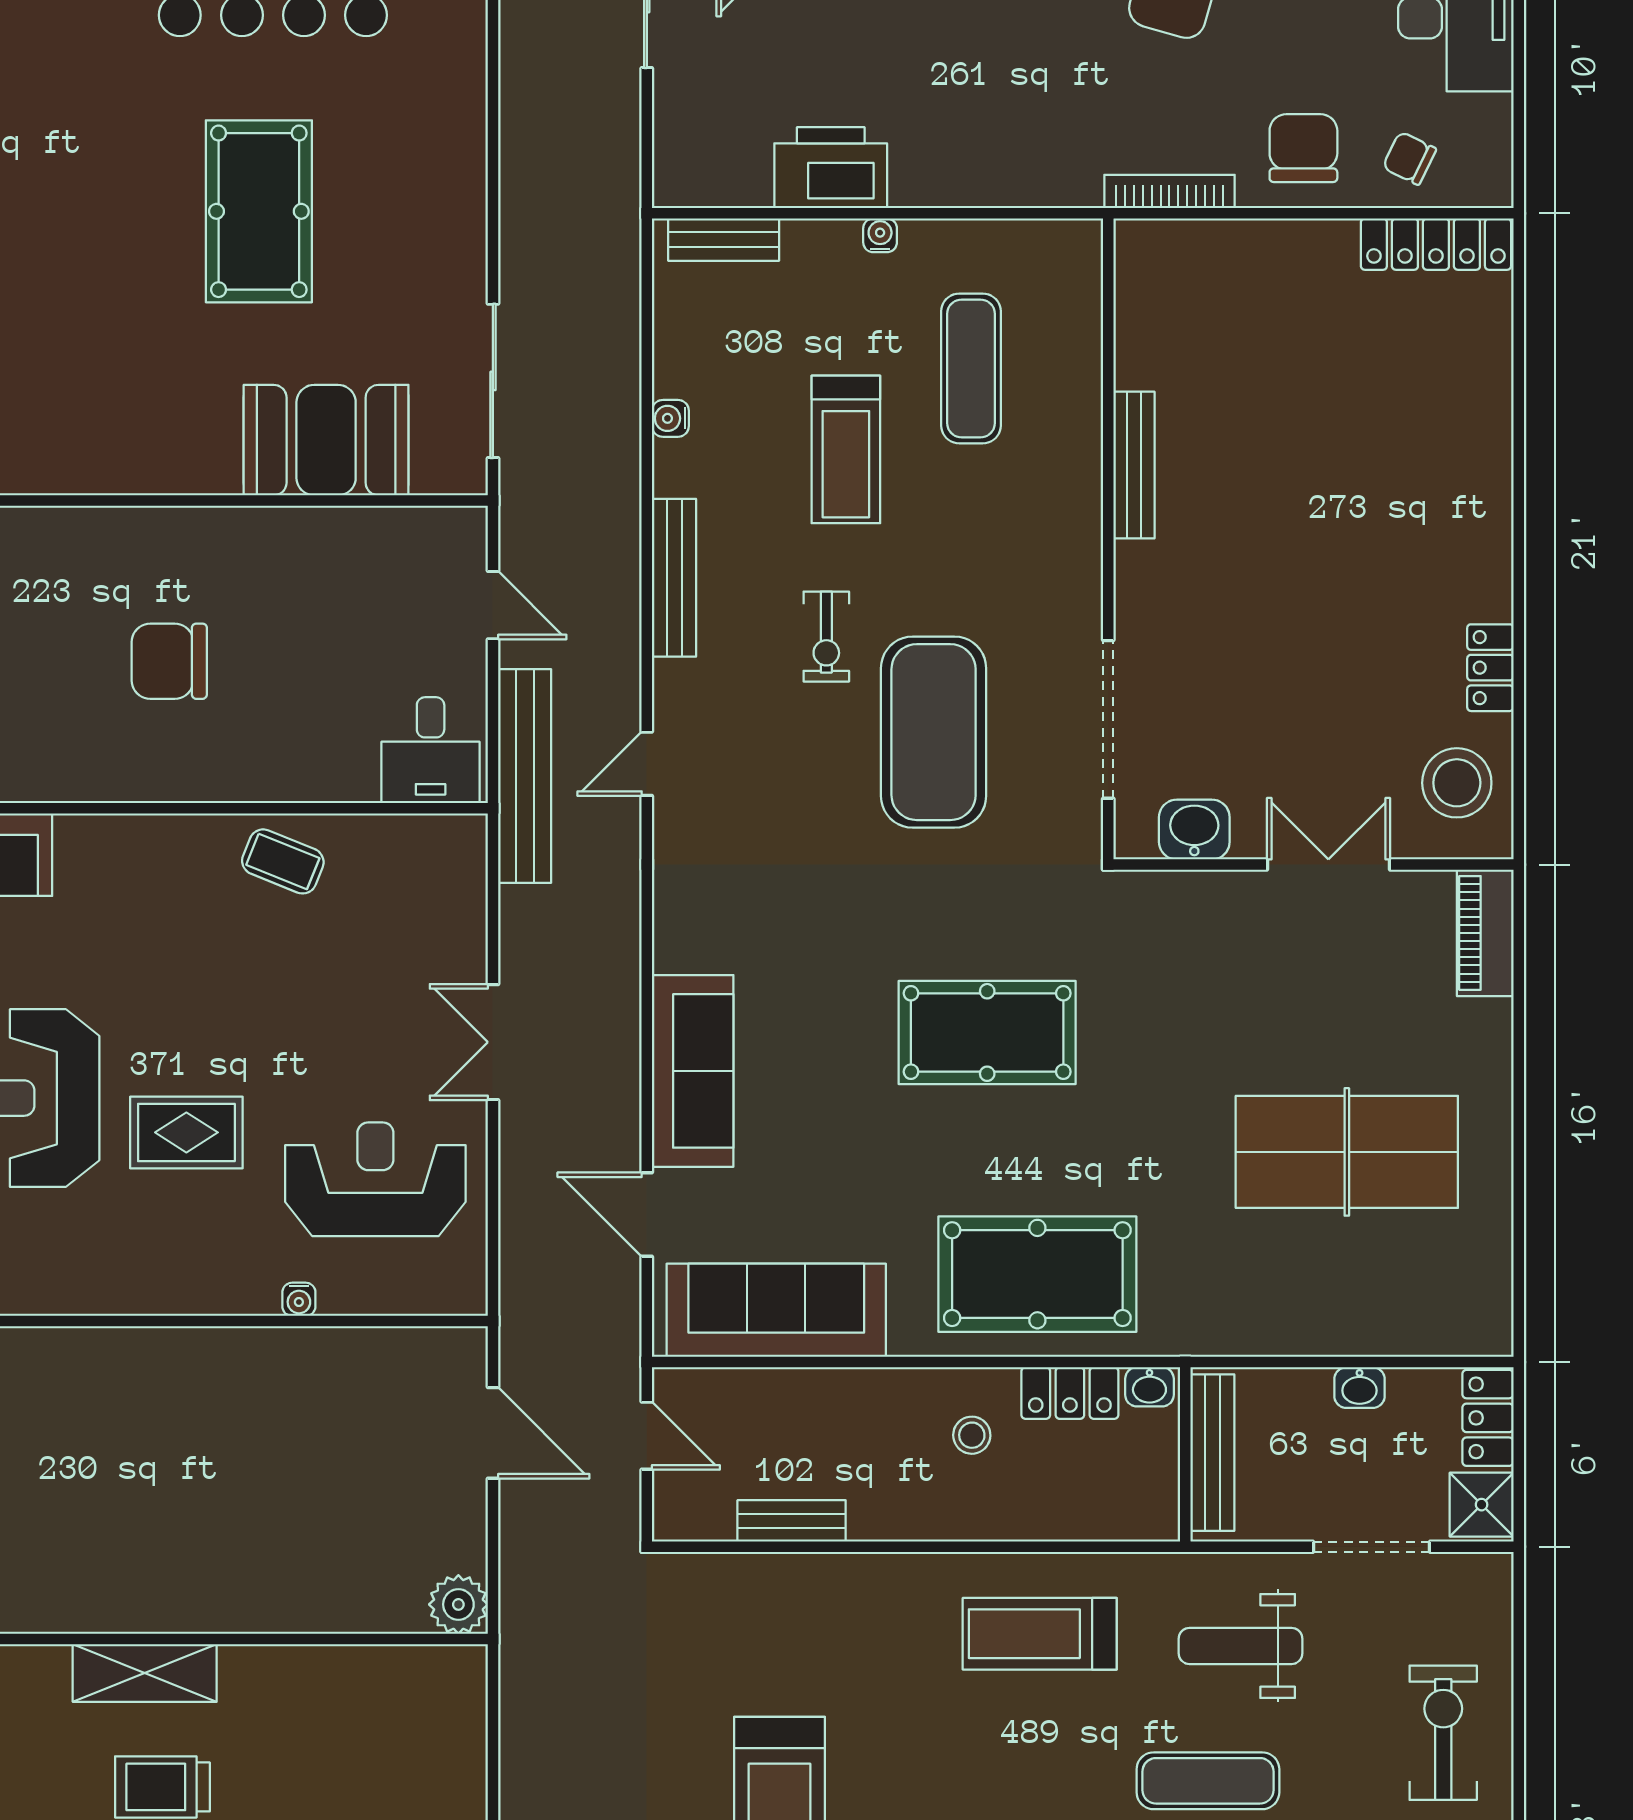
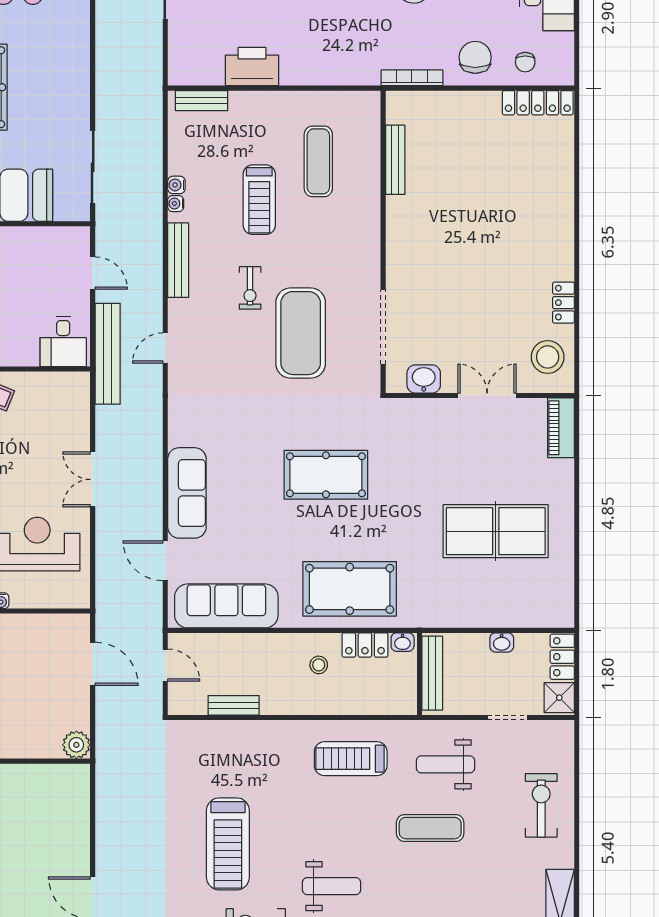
chair: (1409, 158) -> (525, 62), turned -116
water cooler: (880, 235) -> (176, 204), moved, turned -90
bench: (1134, 465) -> (395, 160), moved
doorway: (1371, 1547) -> (507, 718), width x0.73

